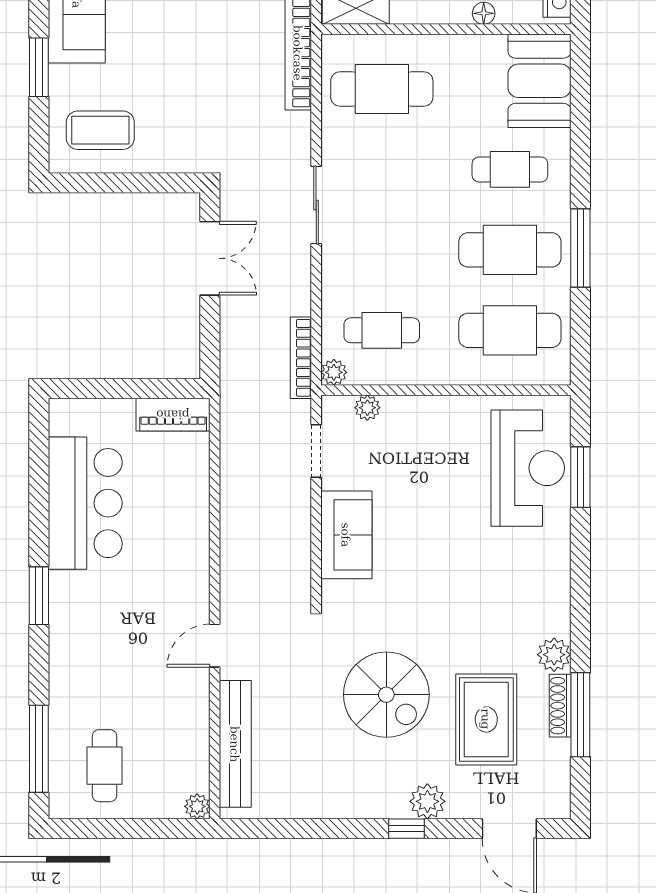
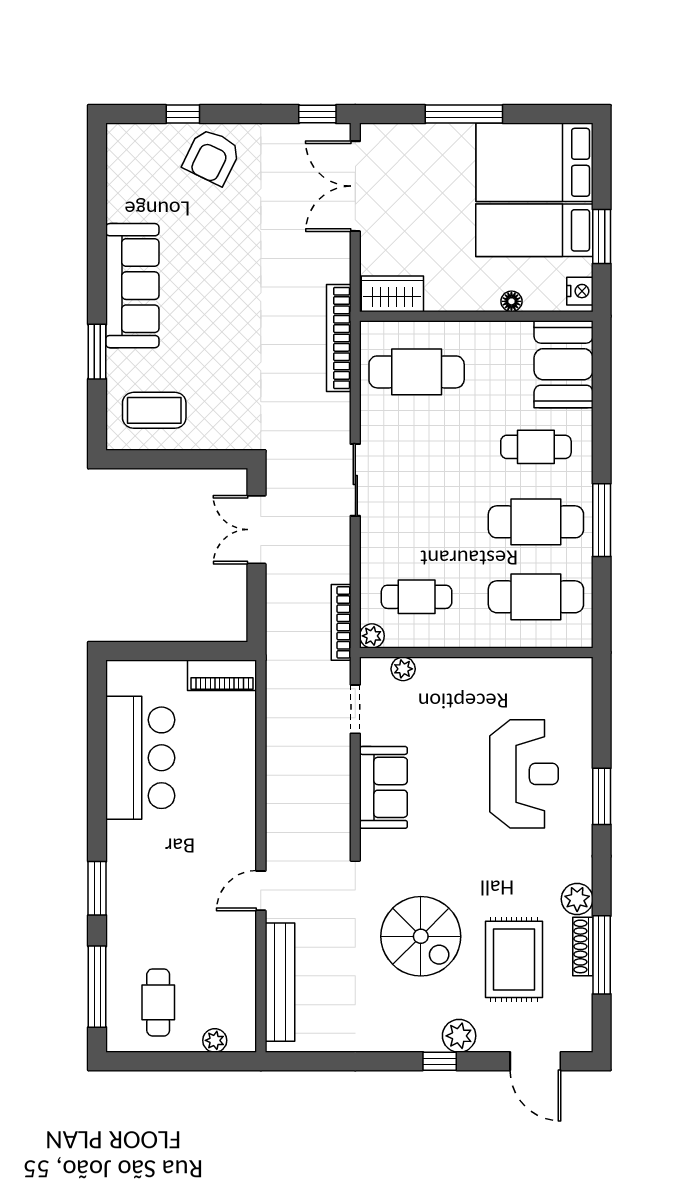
double door: (210, 258) -> (256, 530), swing flipped
reception desk: (528, 468) -> (524, 774), moved
window: (580, 477) -> (602, 796), moved
window: (39, 596) -> (97, 888), moved
plant: (197, 806) -> (215, 1040), moved

